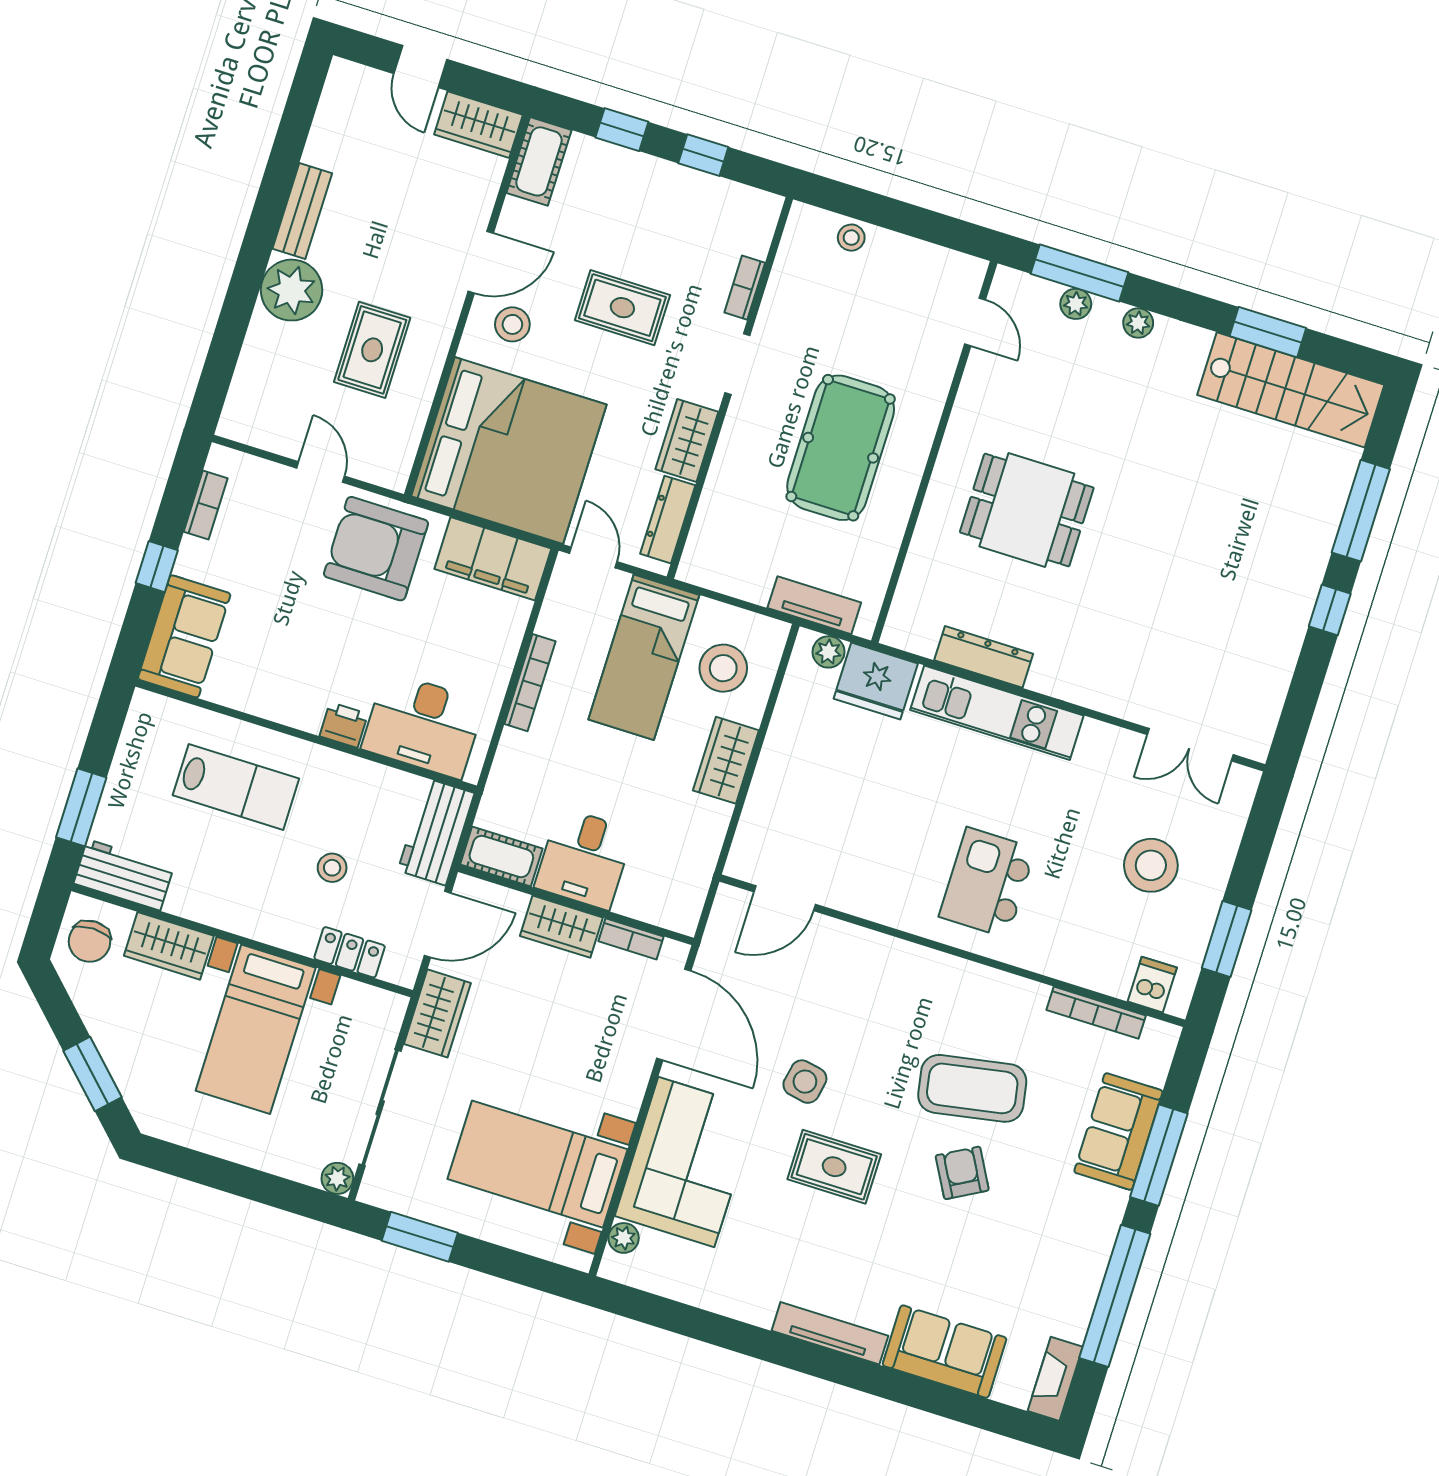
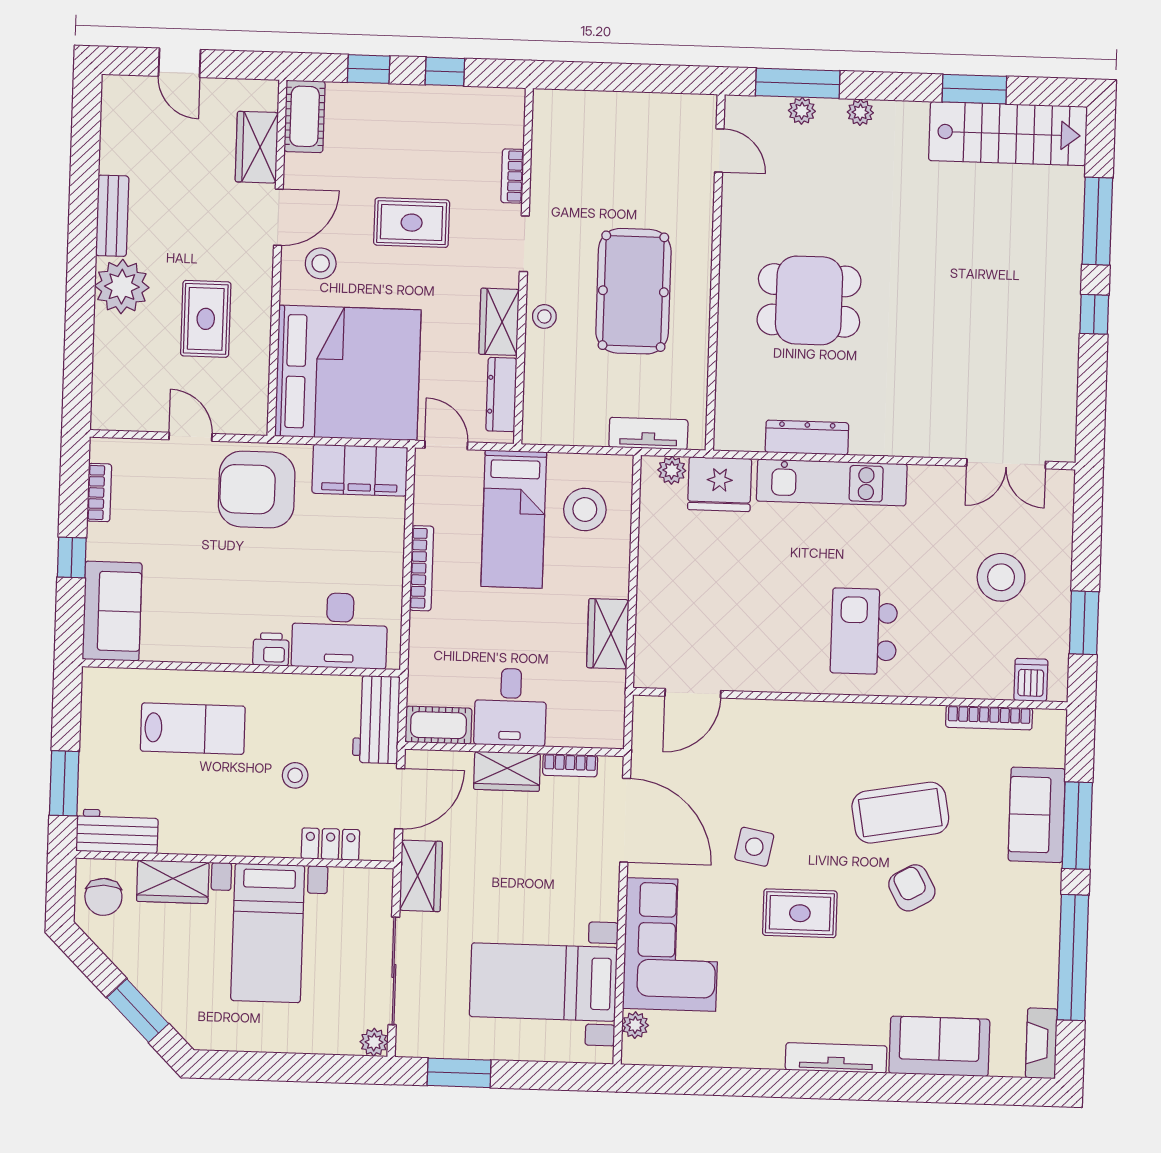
wardrobe: (478, 125) -> (257, 147), moved, turned 90
stool: (851, 238) -> (544, 316), moved
wardrobe: (726, 760) -> (608, 634), moved

